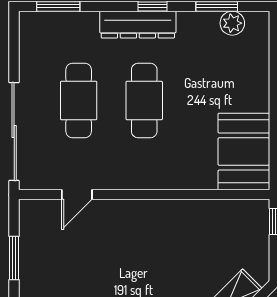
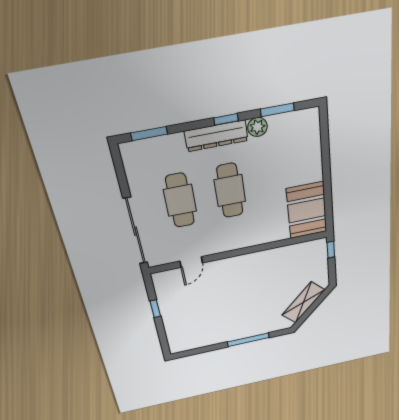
plant: (232, 23) -> (257, 127), moved
window: (14, 258) -> (155, 309), width x0.67

